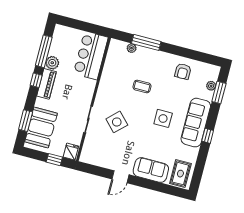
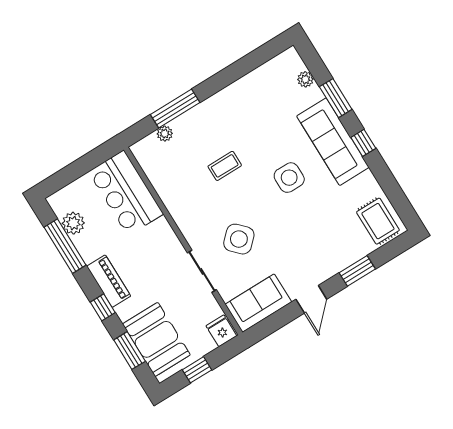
plant: (52, 63) -> (73, 223), moved
armchair: (183, 71) -> (254, 97), removed
window: (36, 80) -> (103, 307), moved
window: (219, 92) -> (336, 98), moved
window: (54, 160) -> (197, 370), moved
sofa: (151, 170) -> (258, 303), moved
window: (151, 185) -> (357, 271), added

